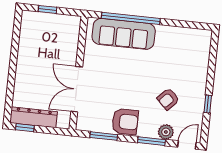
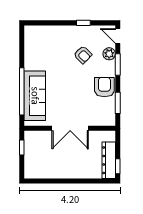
window: (47, 9) -> (22, 147), moved
double door: (77, 89) -> (70, 128), moved

